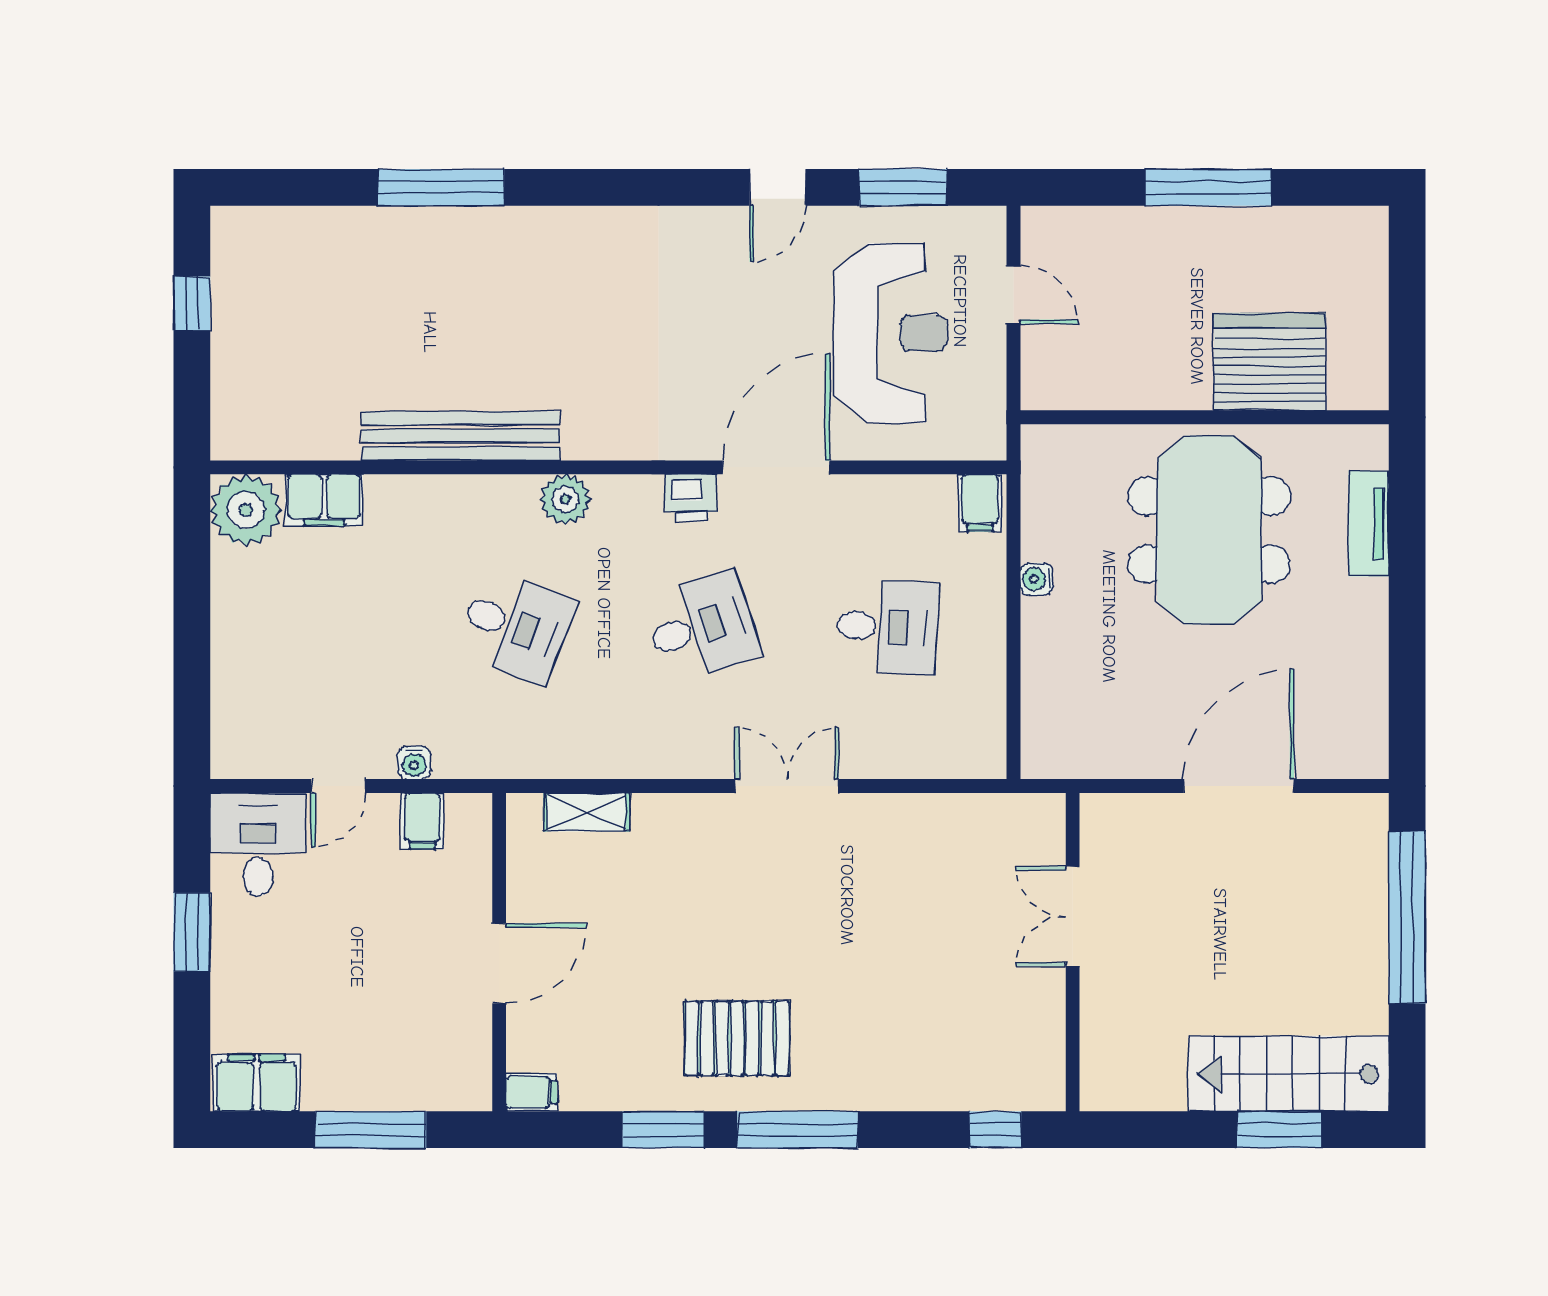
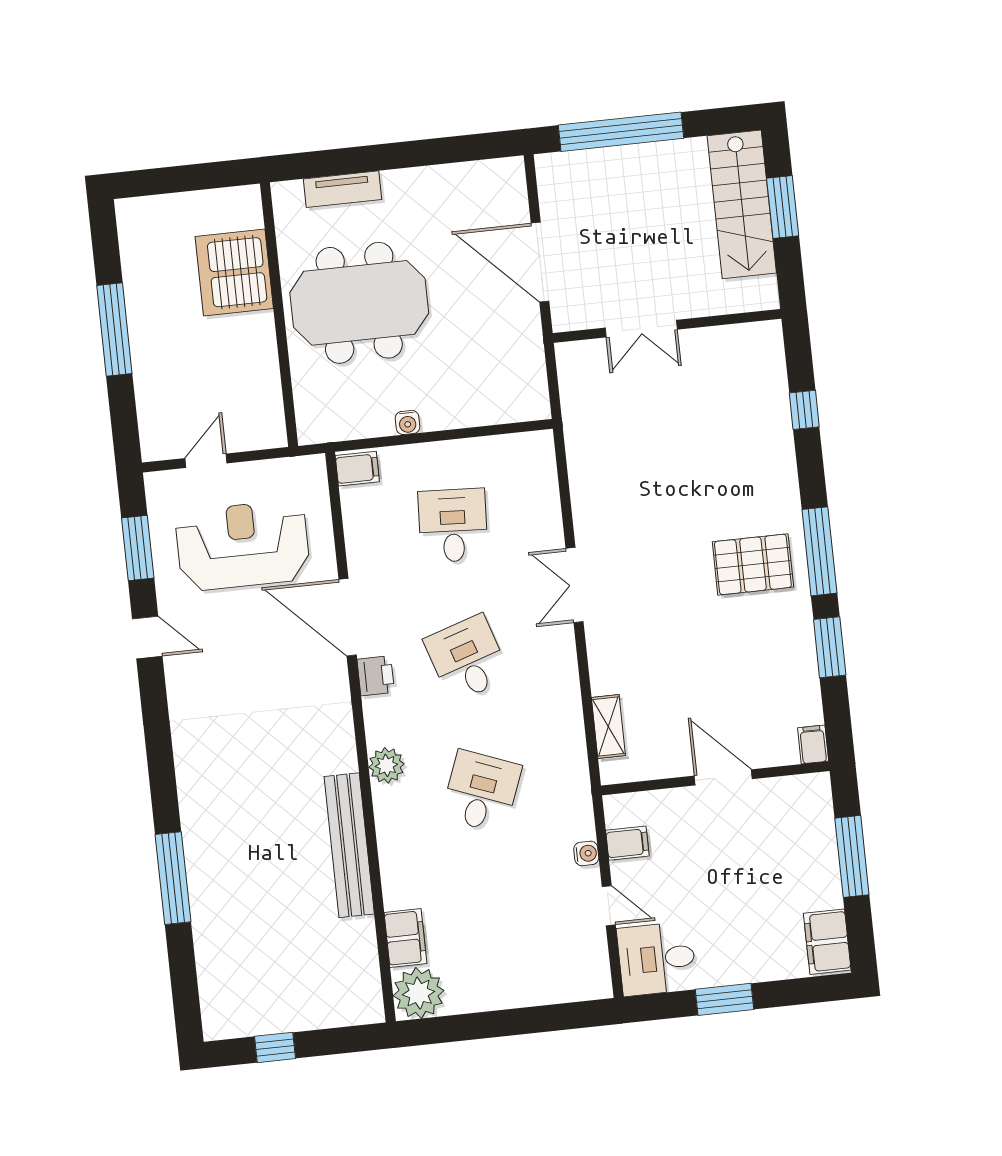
double door: (1073, 916) -> (641, 329), moved
wall: (1073, 952) -> (667, 326), moved
pallet: (737, 1038) -> (753, 564), moved, turned 90

